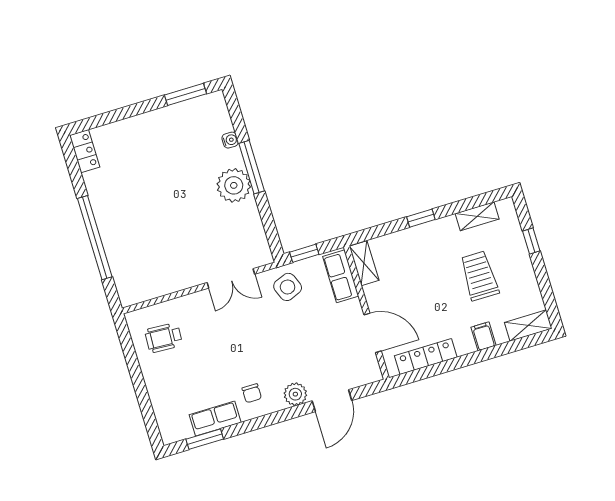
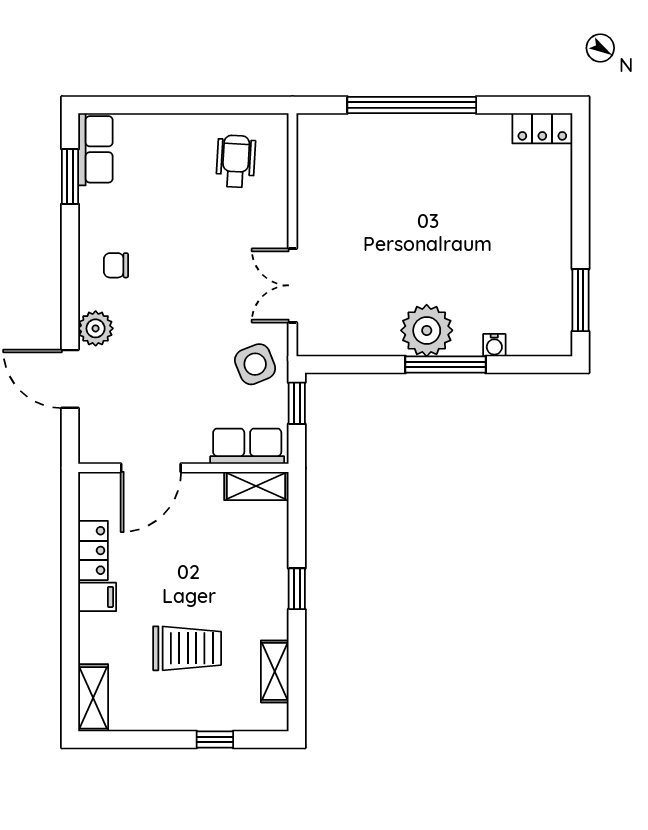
filing cabinet: (483, 336) -> (97, 597), moved
locker: (426, 356) -> (93, 550), width x0.66
row of seats: (215, 419) -> (95, 149), moved

